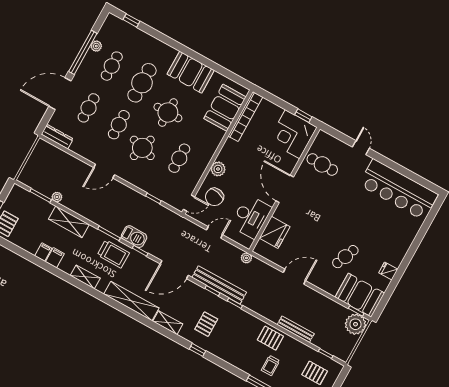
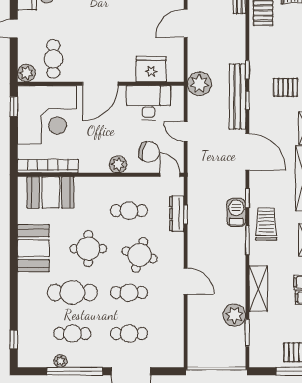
corner desk: (292, 134) -> (47, 115), width x1.36, depth x1.36
dresser: (57, 137) -> (177, 214), moved
plant: (323, 139) -> (26, 73), added
plant: (57, 197) -> (234, 315), width x1.88, depth x1.88
plant: (246, 258) -> (199, 84), width x1.88, depth x1.88
door: (294, 277) -> (186, 23), hinge flipped

